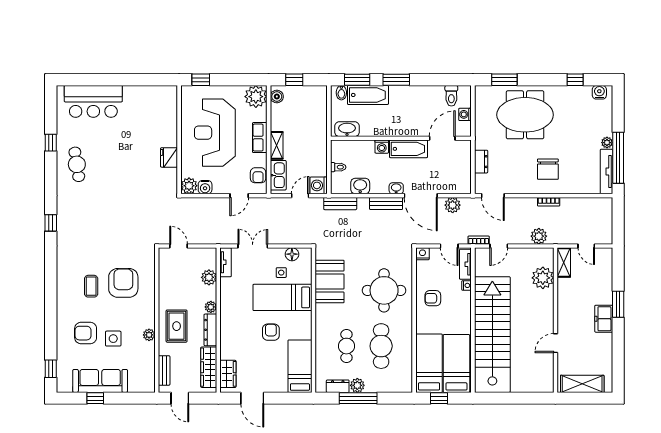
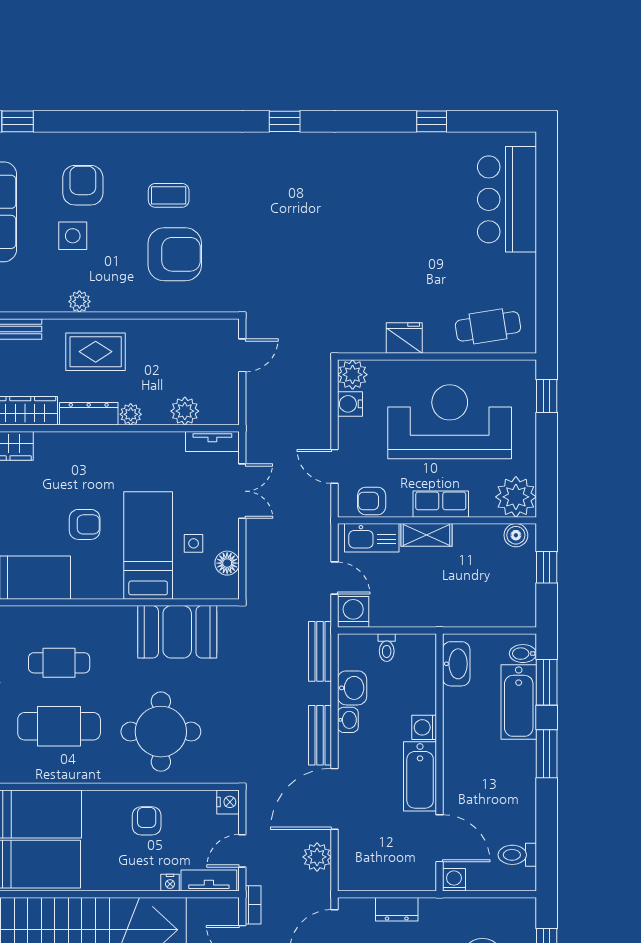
washing machine: (465, 114) -> (454, 880), moved
cafe table: (77, 164) -> (488, 326), moved
washbasin: (396, 188) -> (348, 720), moved

